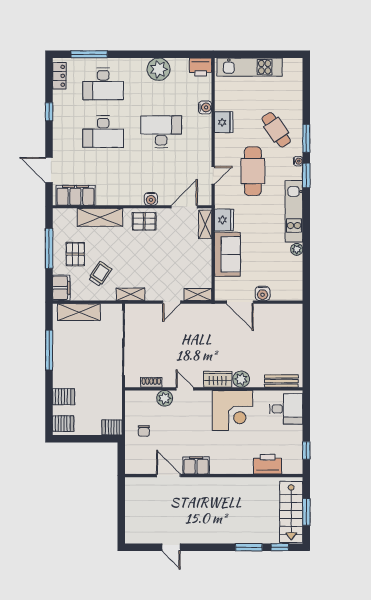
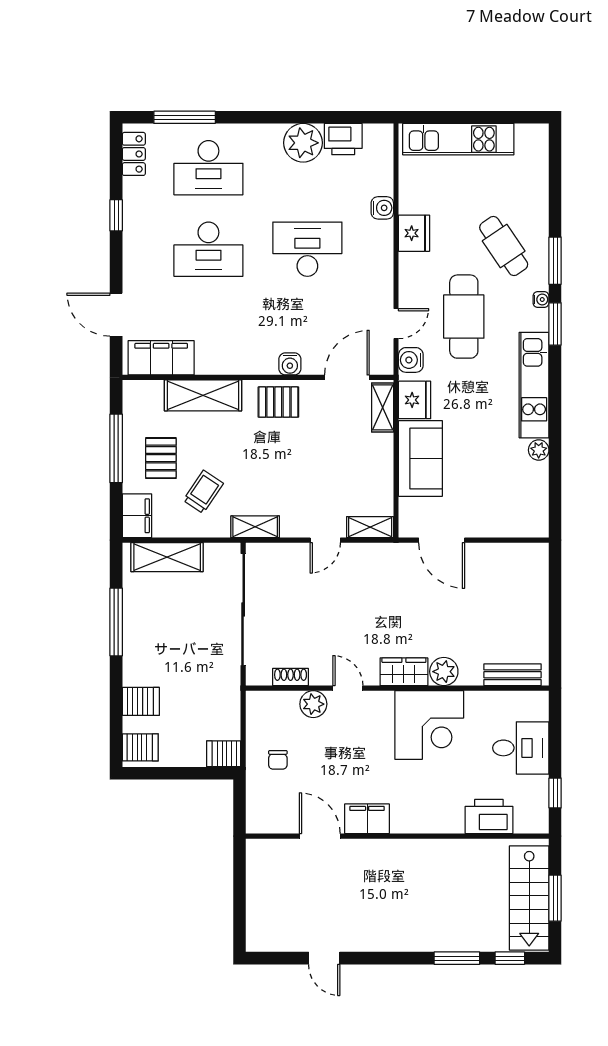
printer: (201, 67) -> (343, 139), moved
water cooler: (263, 294) -> (411, 360), moved, turned 90
desk: (286, 409) -> (521, 748), moved

